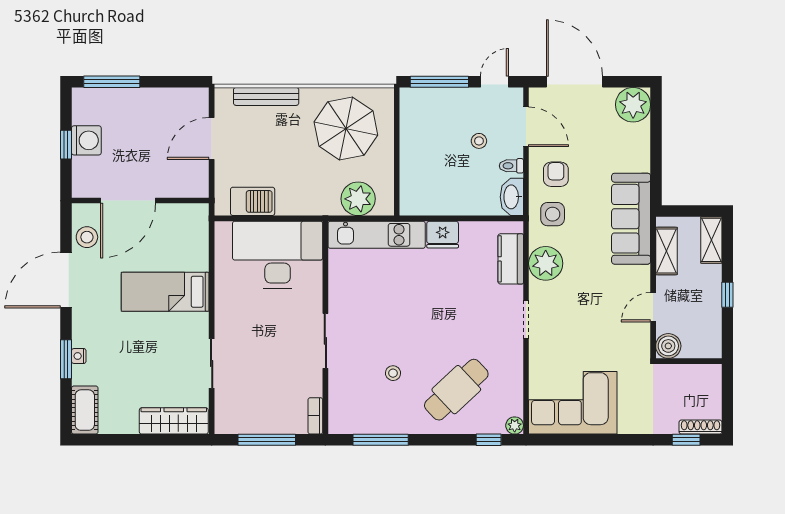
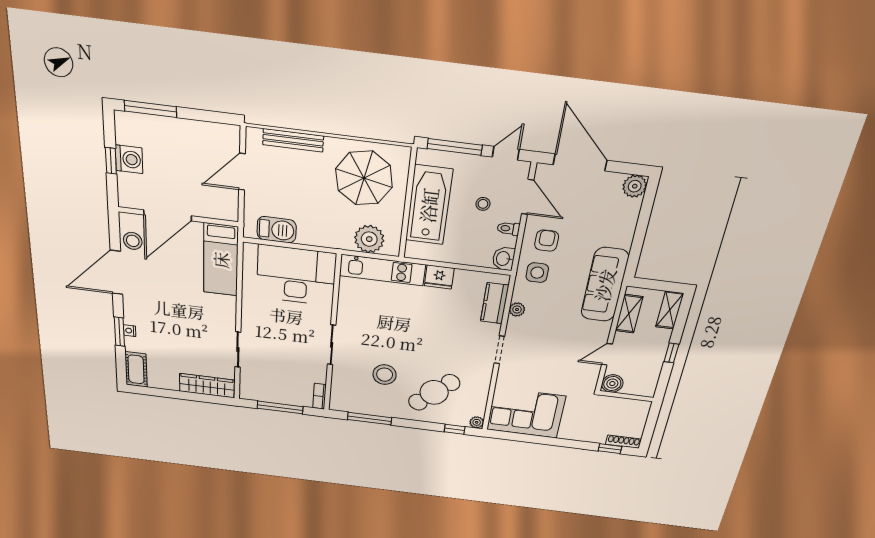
plant: (633, 105) -> (635, 186), width x0.73, depth x0.73
bathtub: (420, 150) -> (429, 205), added
washbasin: (512, 197) -> (504, 259), width x0.72
plant: (546, 263) -> (517, 310), width x0.53, depth x0.53
bed: (165, 292) -> (221, 260), moved, turned -90
stool: (393, 373) -> (385, 375), width x1.89, depth x1.89

